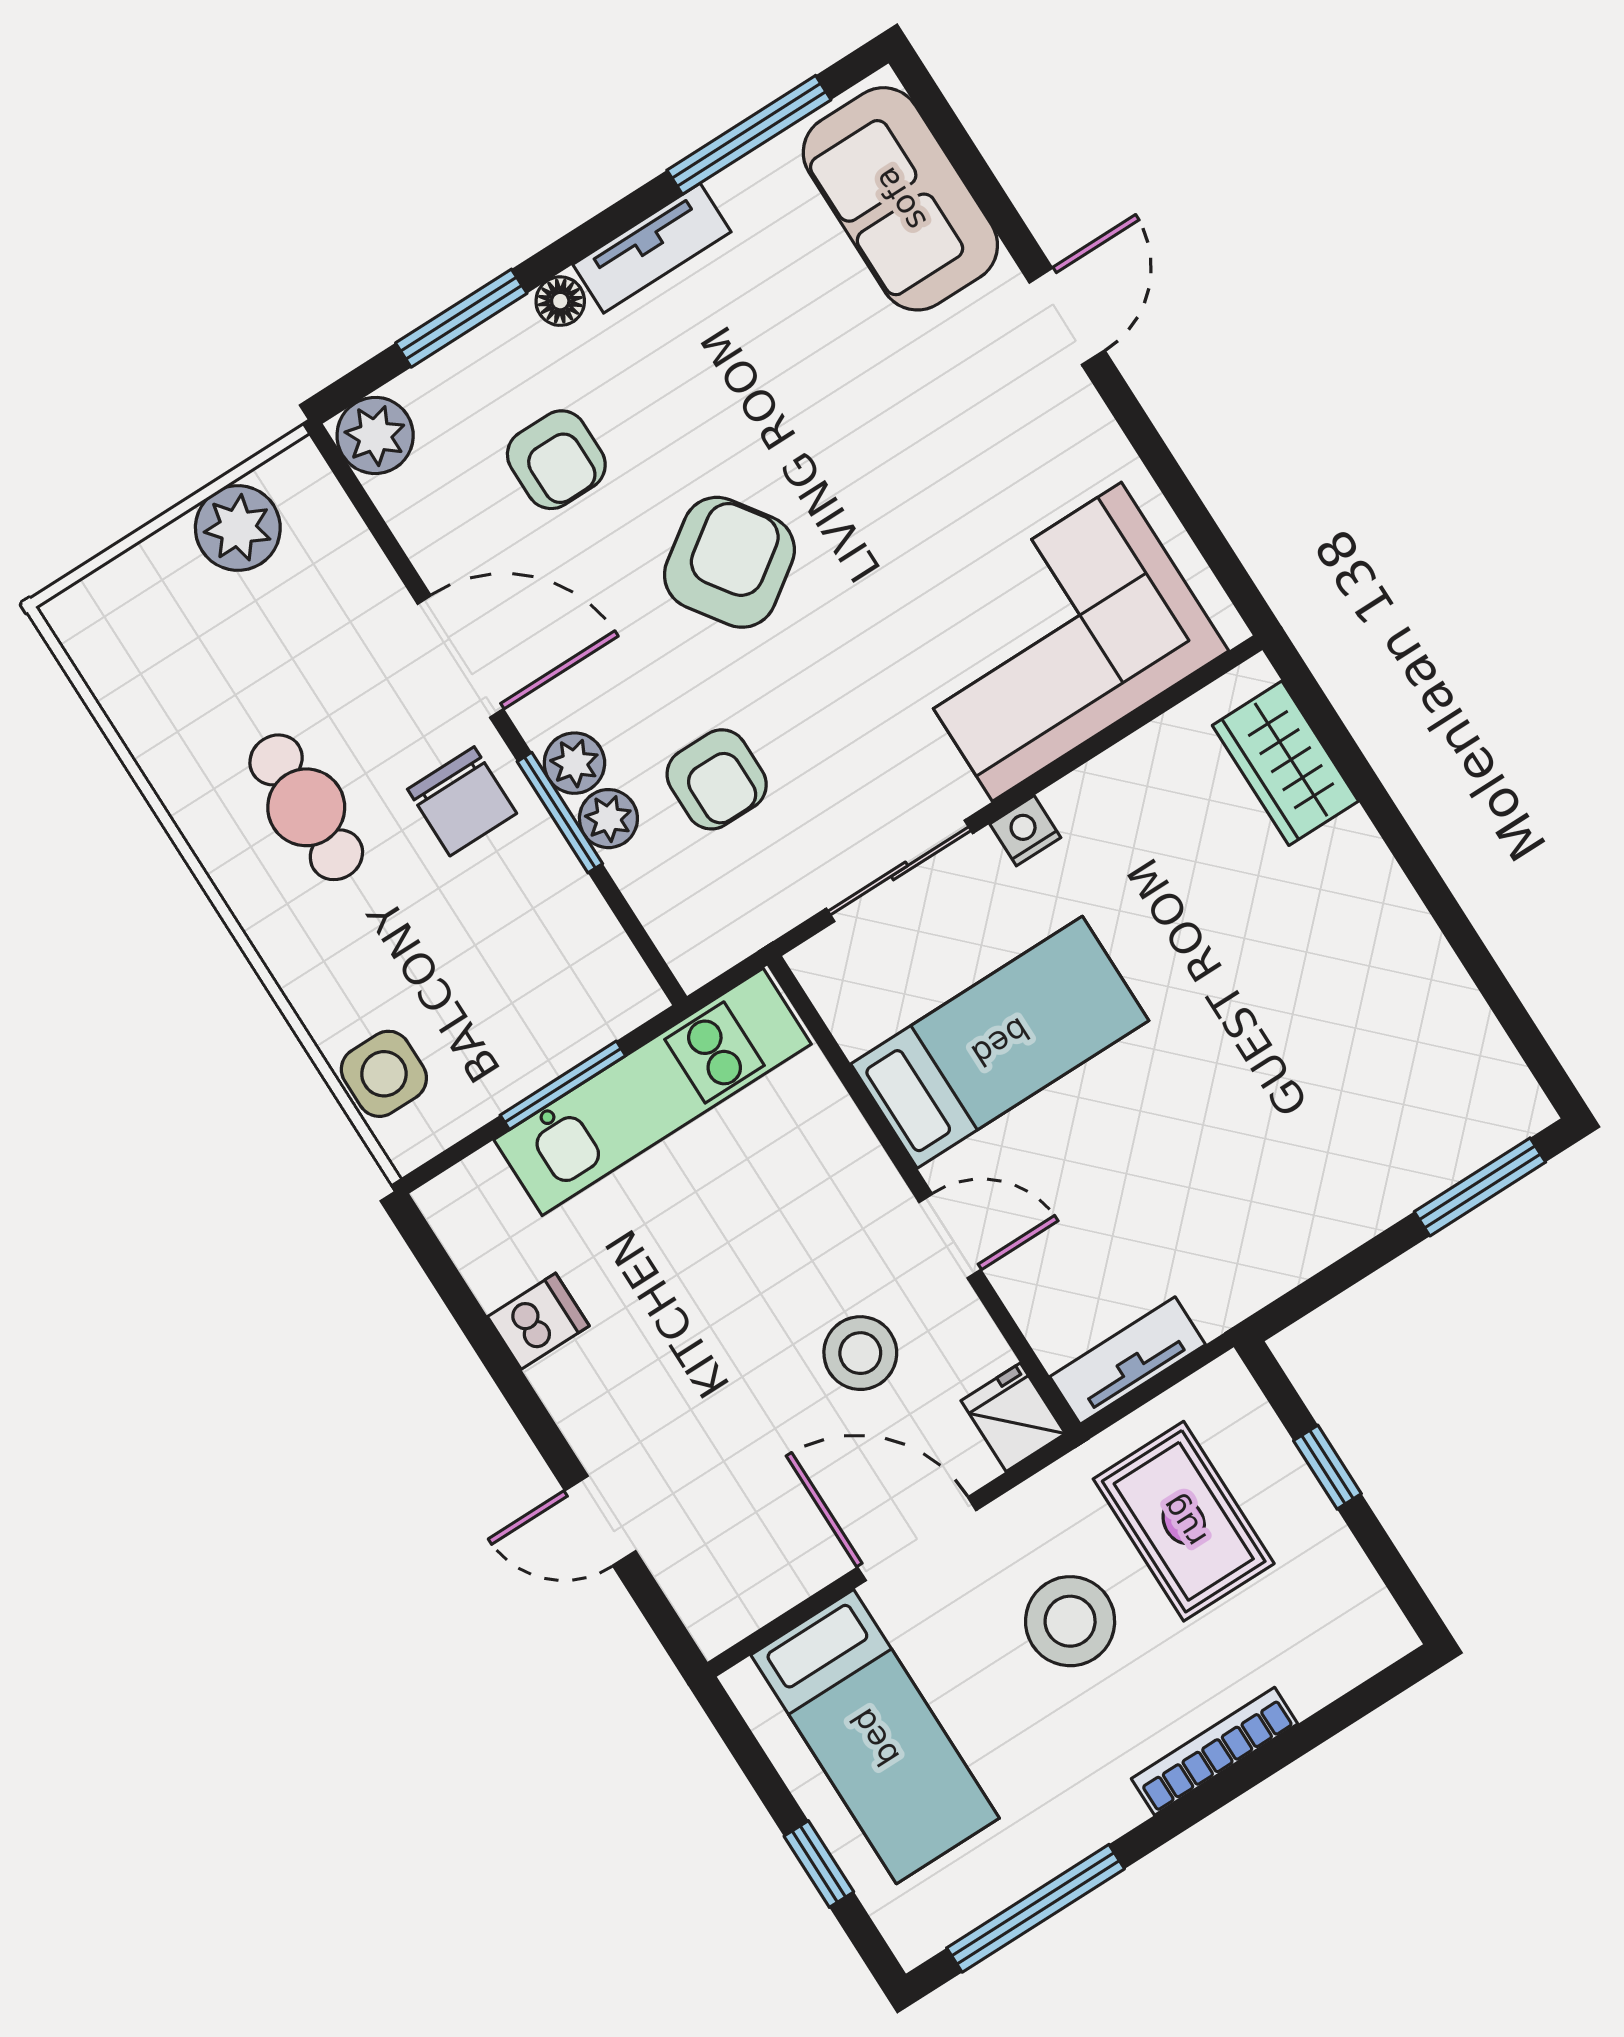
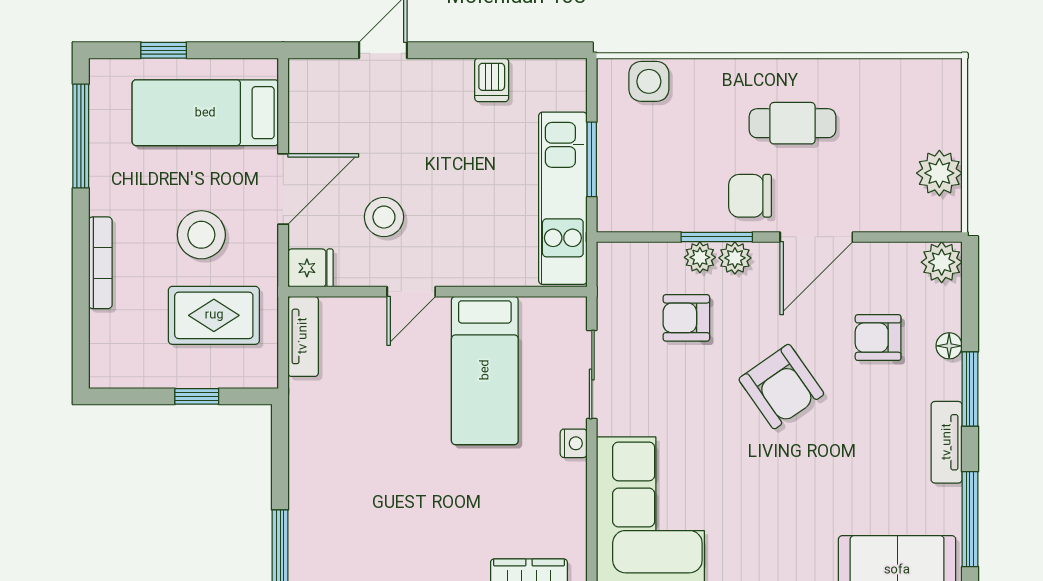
floor lamp: (560, 301) -> (949, 346), moved
window: (461, 318) -> (970, 389), moved

